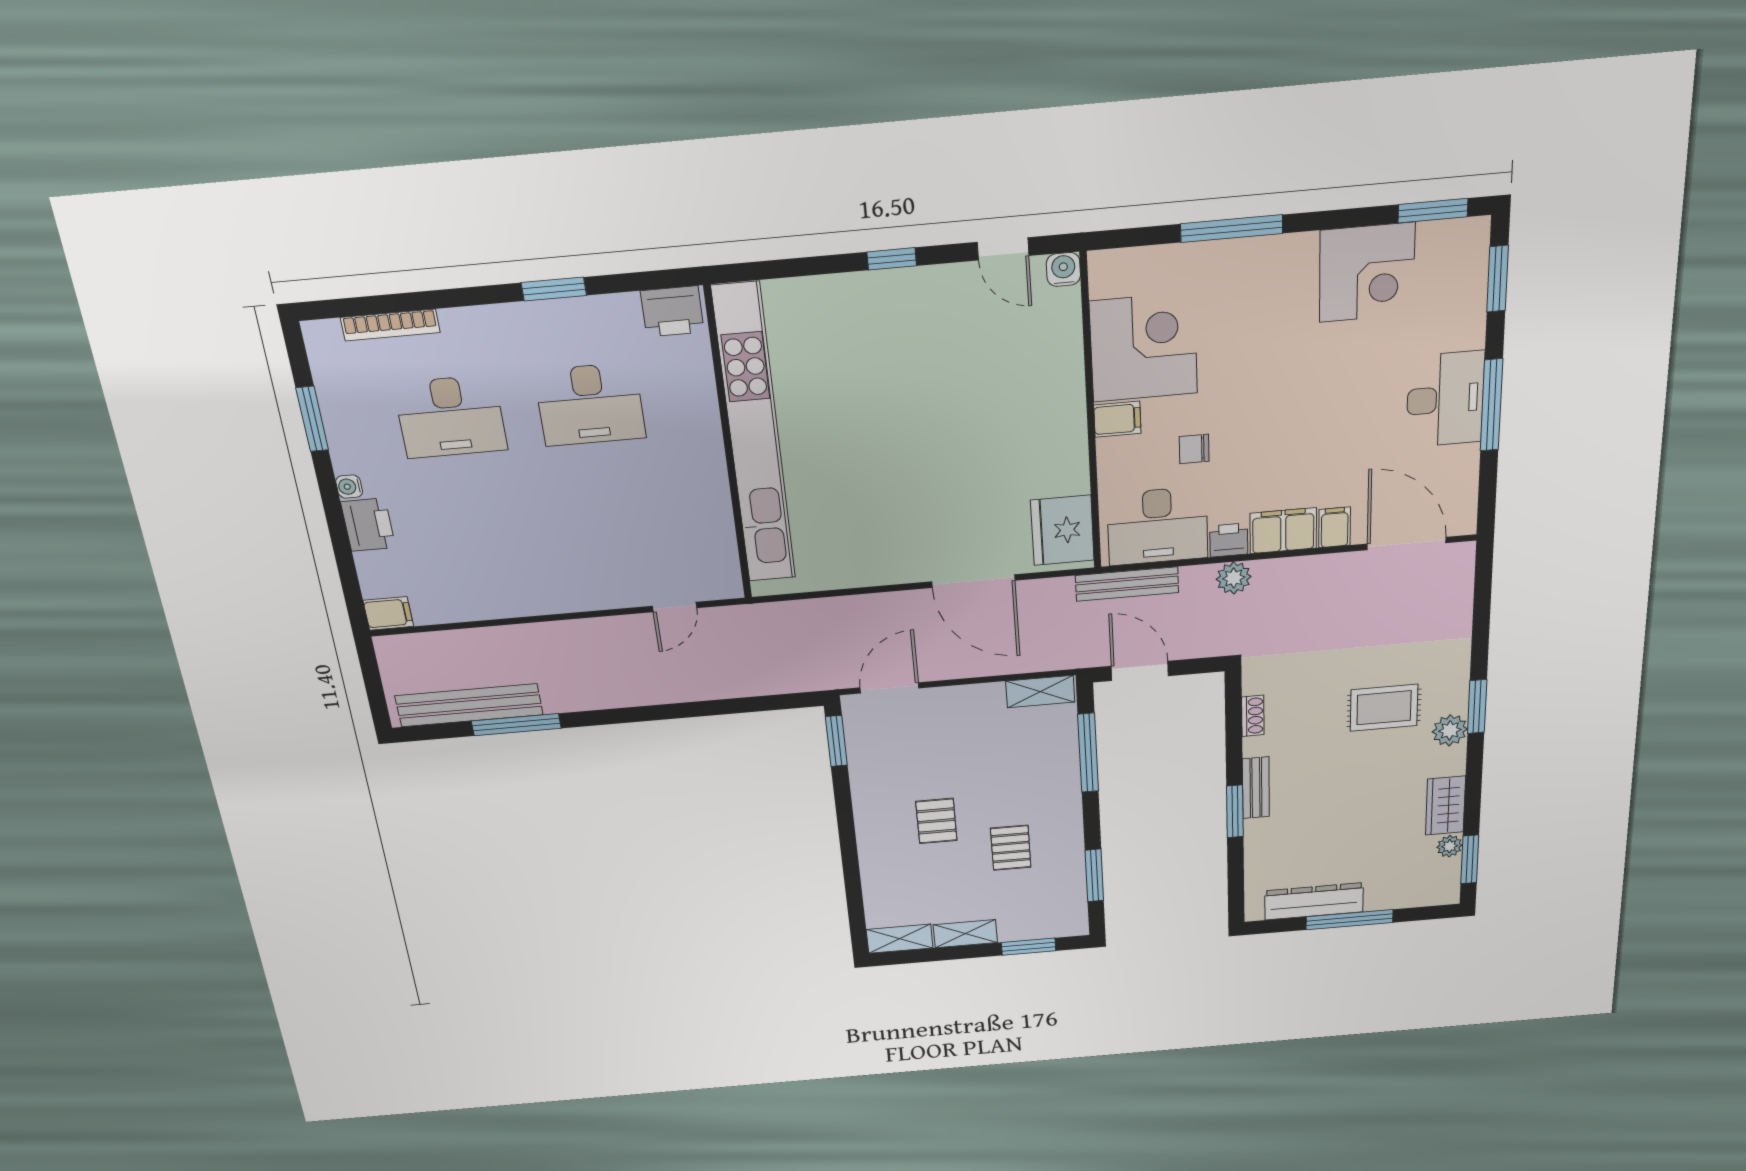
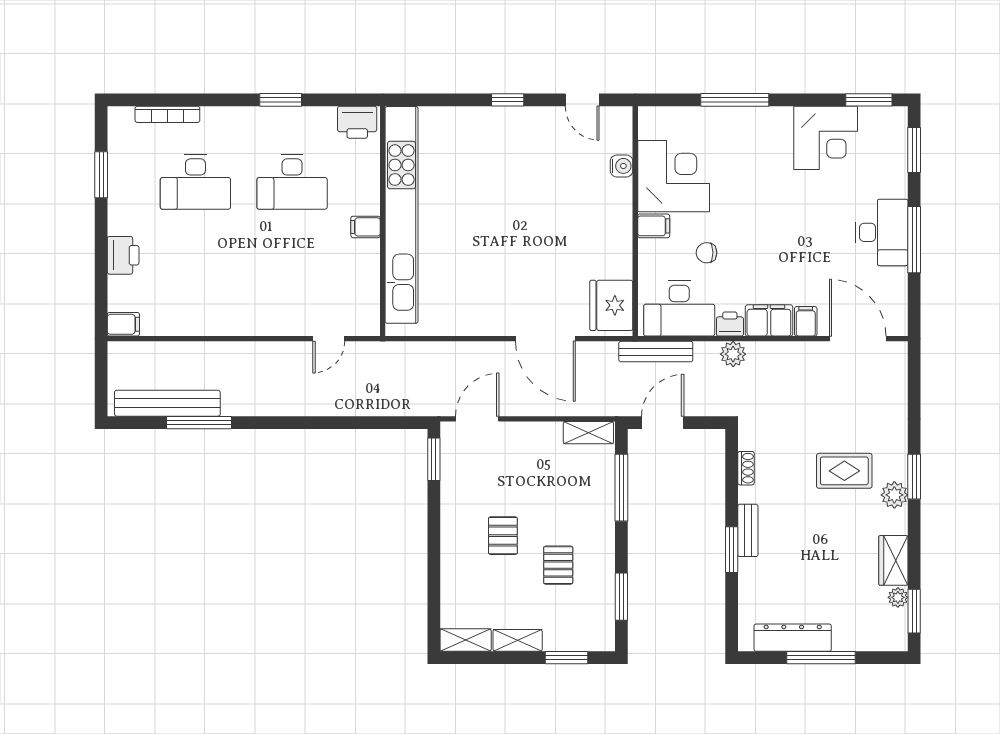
water cooler: (1063, 269) -> (622, 166), moved, turned 90
filing cabinet: (705, 457) -> (366, 227), added
water cooler: (349, 487) -> (116, 226), removed
door: (1140, 671) -> (663, 423), hinge flipped

